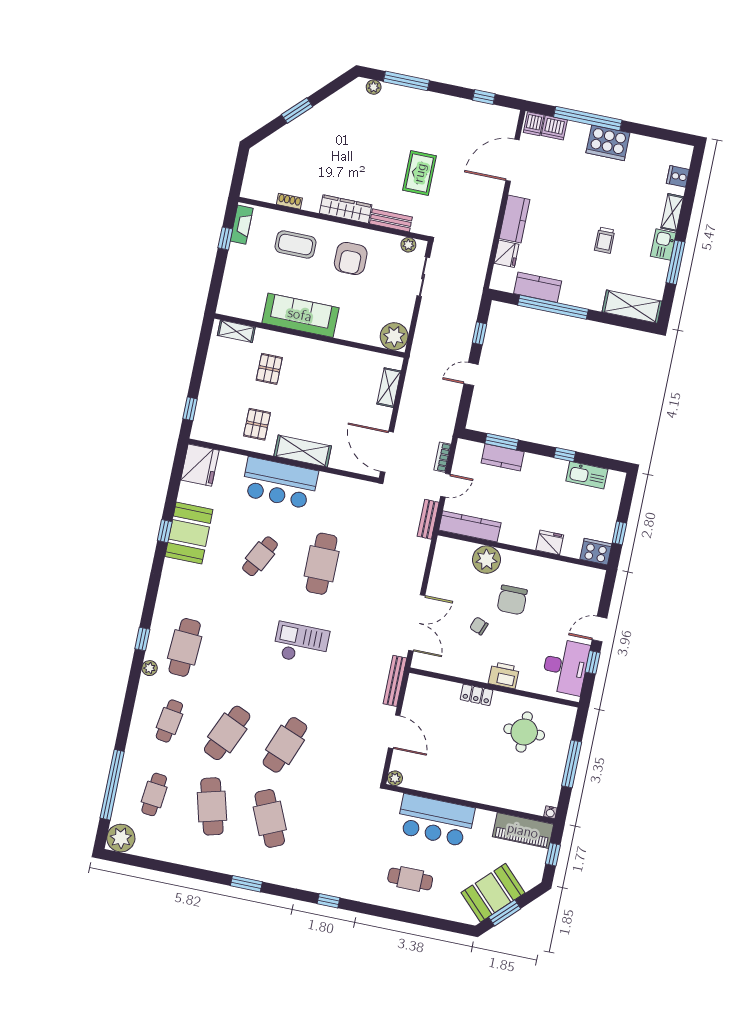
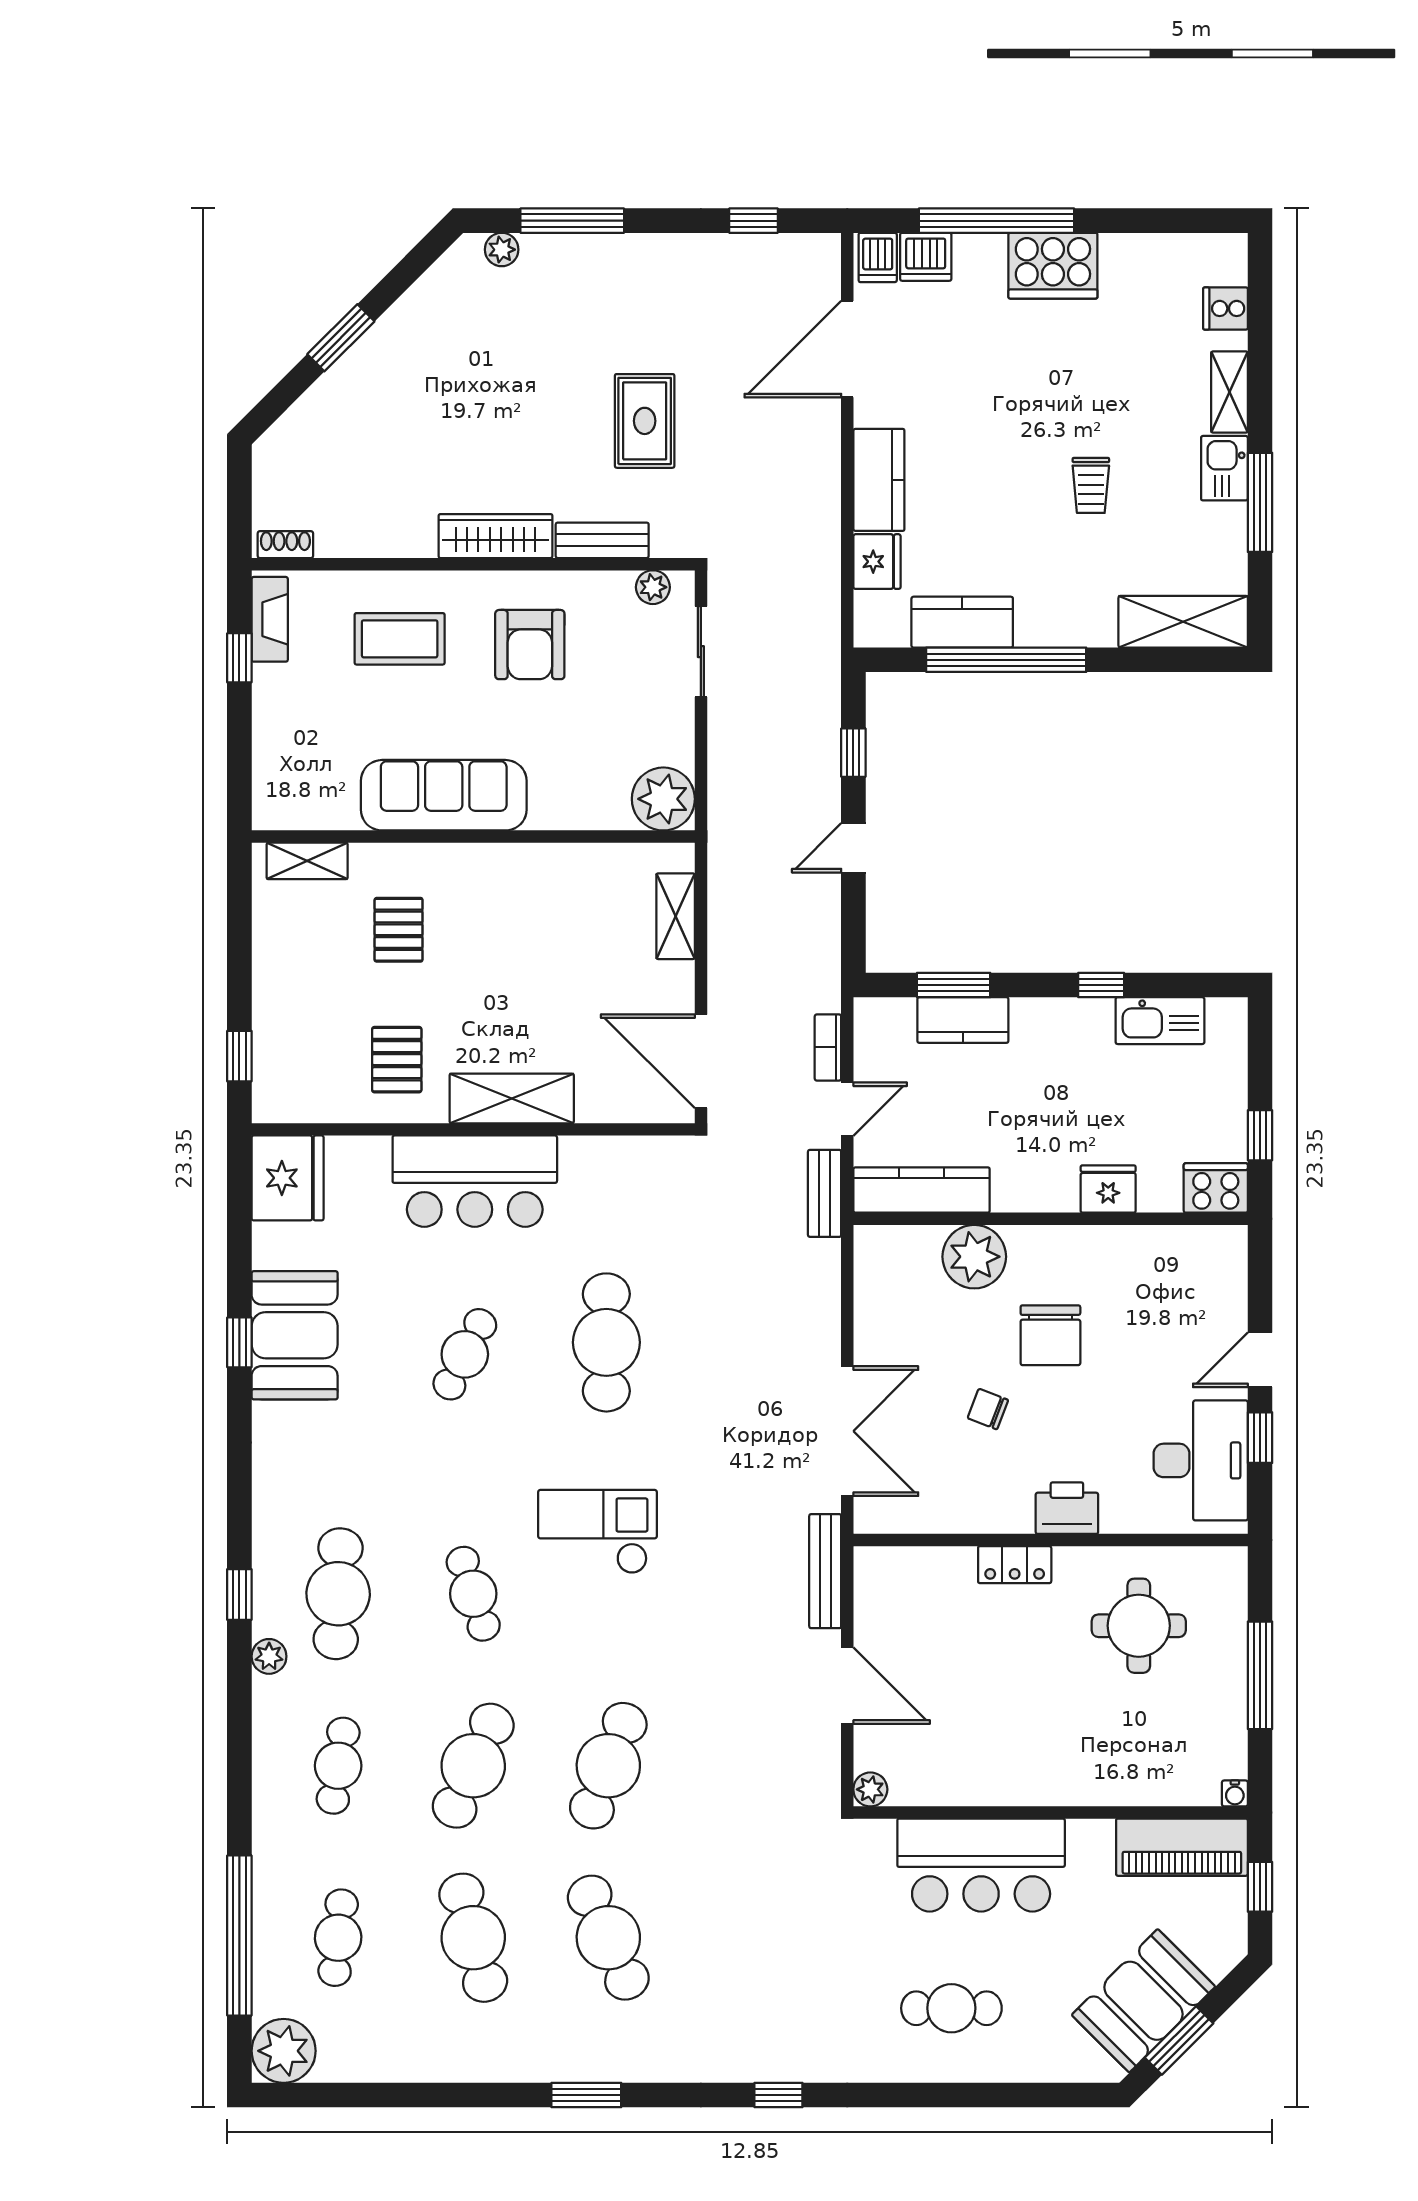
shoe rack: (289, 201) -> (285, 545), moved
cafe table: (242, 659) -> (473, 1594), added

